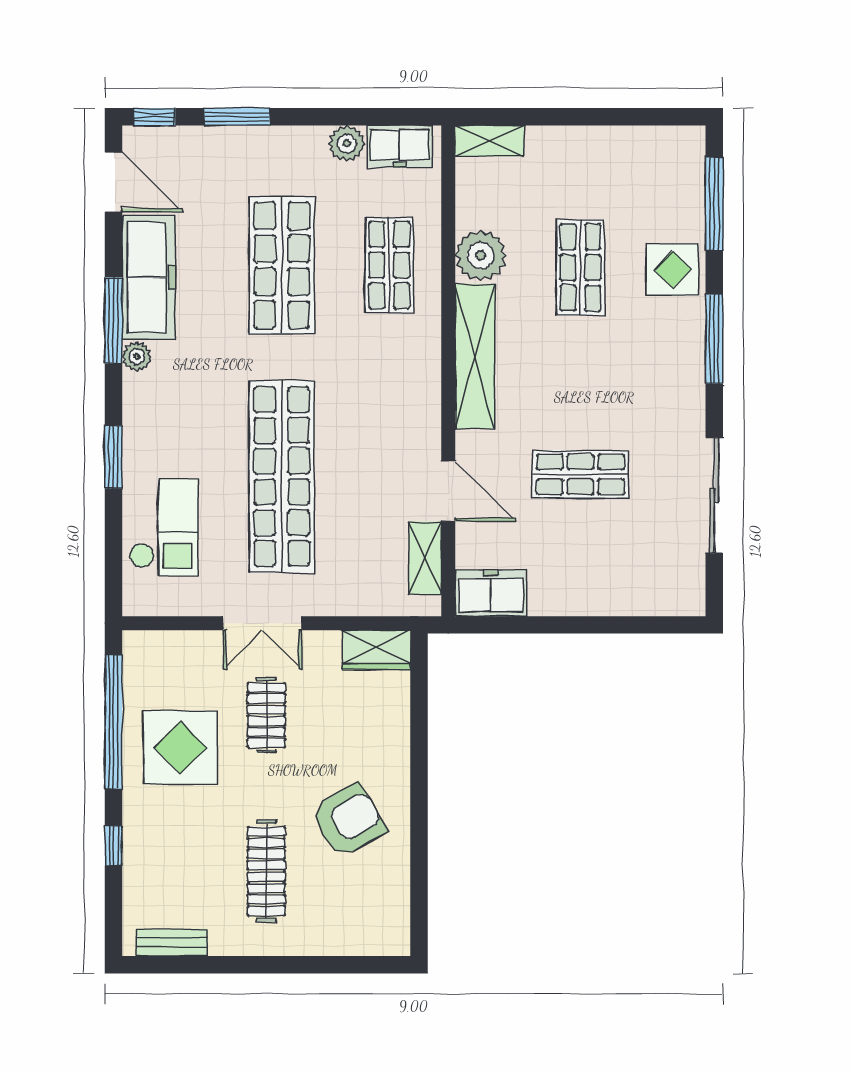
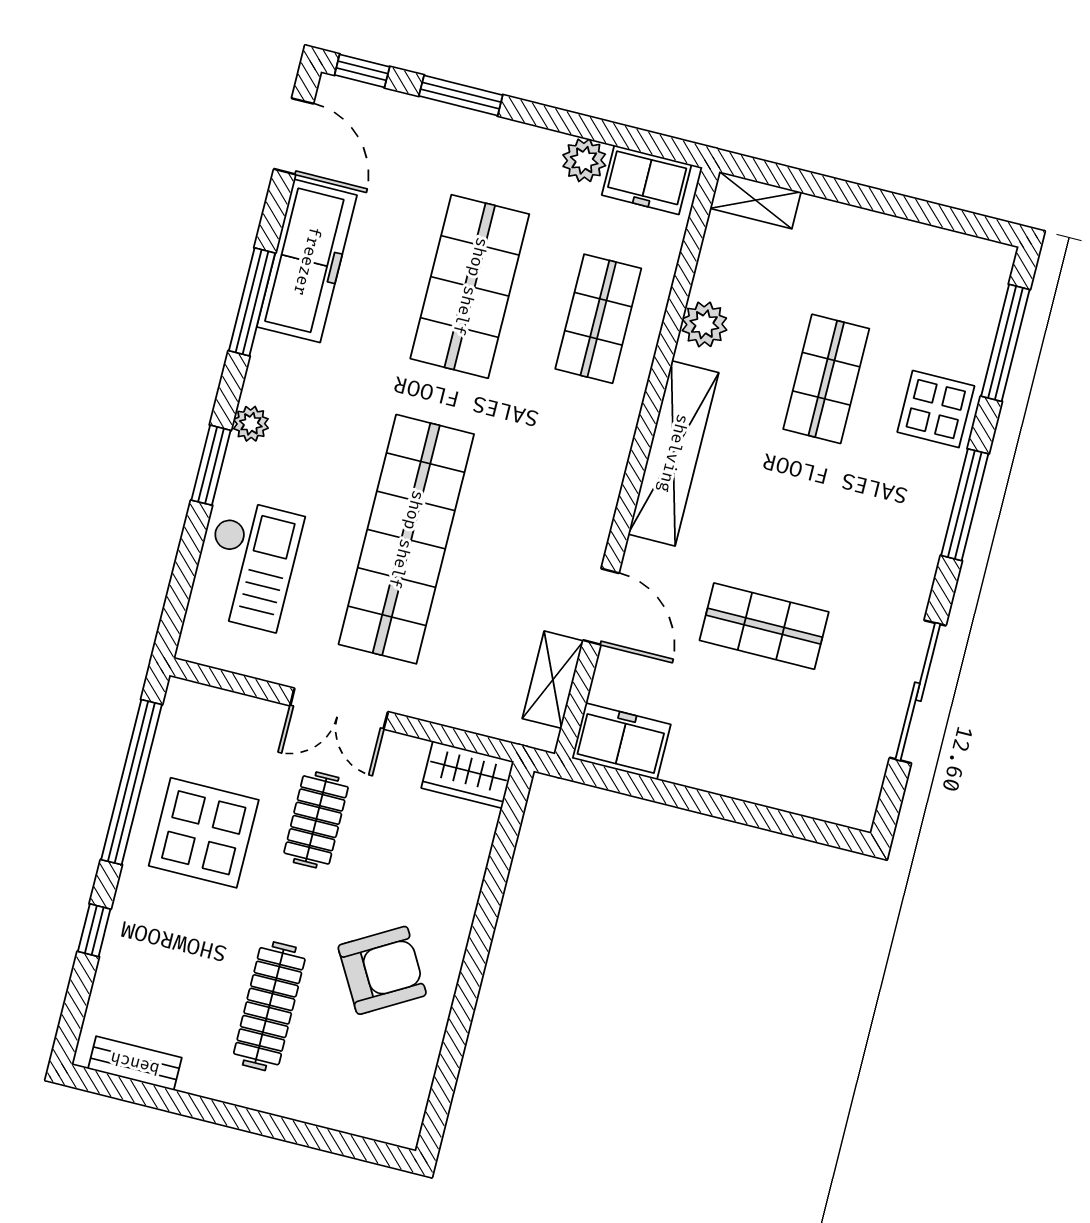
plant: (481, 256) -> (704, 324), width x0.73, depth x0.73
plant: (137, 356) -> (251, 424), moved

